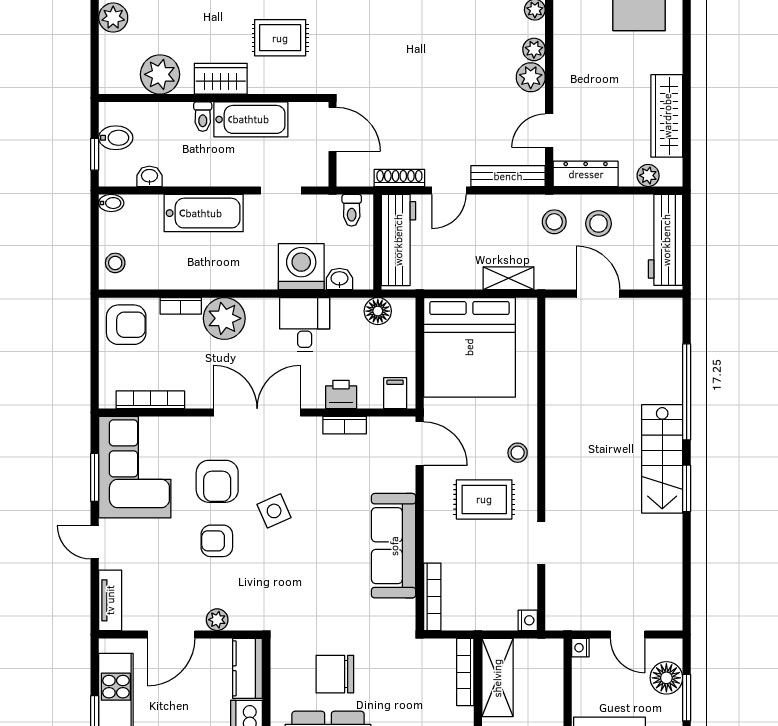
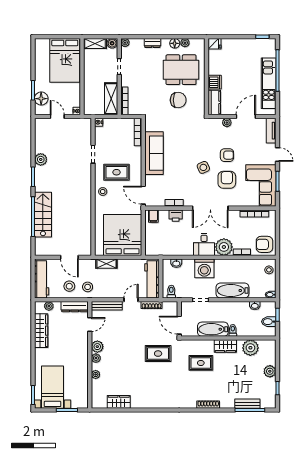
rug: (384, 60) -> (158, 354), added
washing machine: (301, 267) -> (204, 268), moved
floor lamp: (378, 311) -> (160, 250), removed
desk: (305, 325) -> (204, 244), moved
stairs: (662, 459) -> (43, 215), moved
plant: (668, 530) -> (41, 159), added

